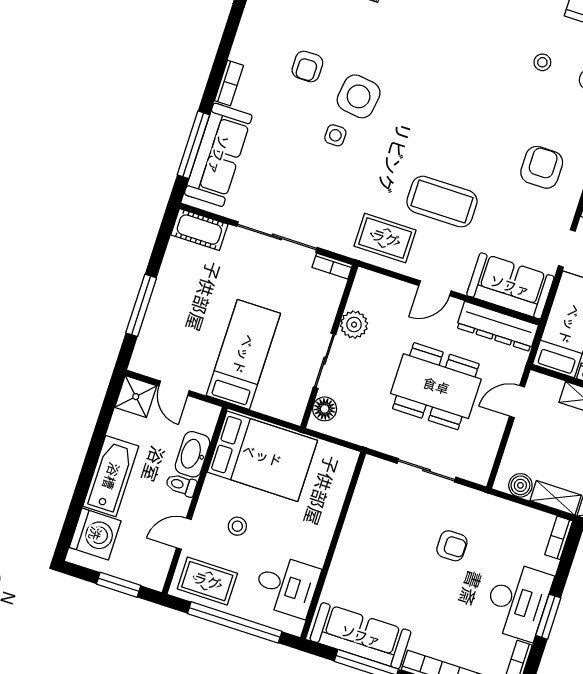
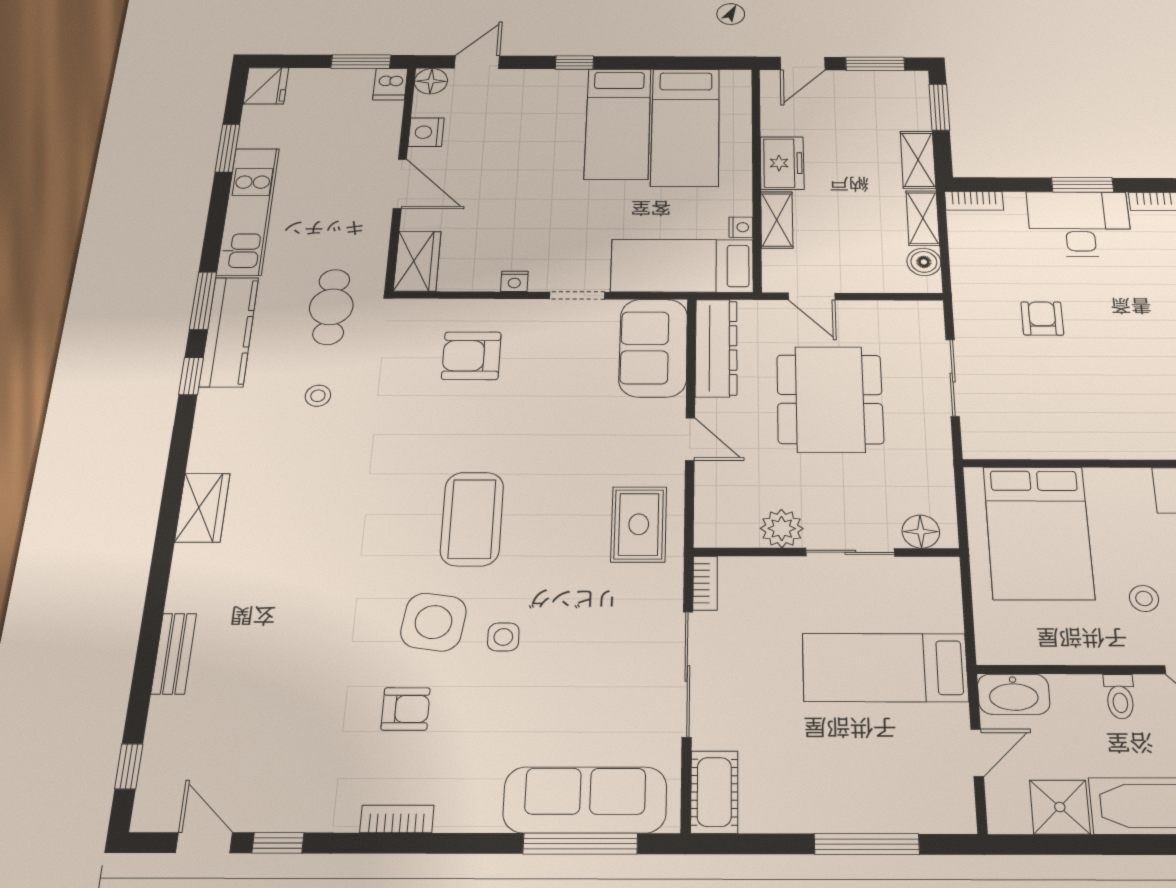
bookcase: (229, 83) -> (397, 819), moved
coffee table: (442, 202) -> (472, 519), moved
shower: (136, 397) -> (1060, 807), moved
washbasin: (193, 454) -> (1014, 694), moved
bed: (262, 456) -> (1038, 532), moved, turned 180

